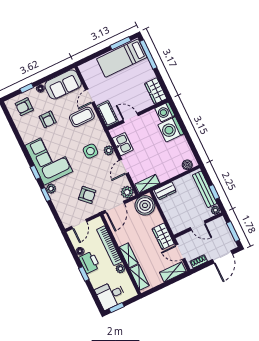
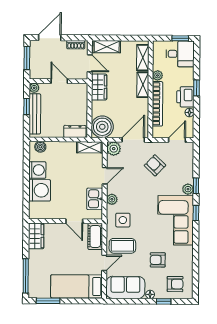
bed: (122, 58) -> (76, 286), moved, turned 180
washing machine: (165, 112) -> (37, 170), moved
armchair: (48, 119) -> (158, 260), turned -90
side table: (90, 151) -> (123, 220), moved

